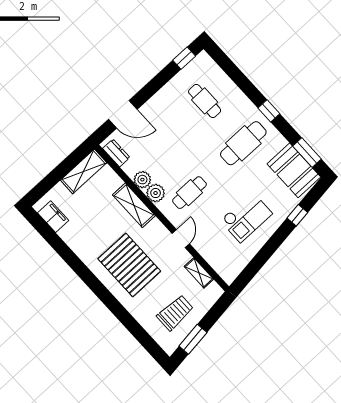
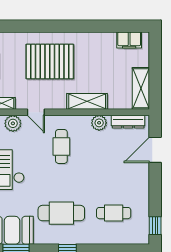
cafe table: (243, 143) -> (61, 213), turned 90
dresser: (116, 153) -> (128, 122), width x1.44
plant: (156, 193) -> (13, 123), moved

